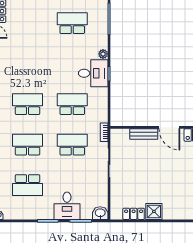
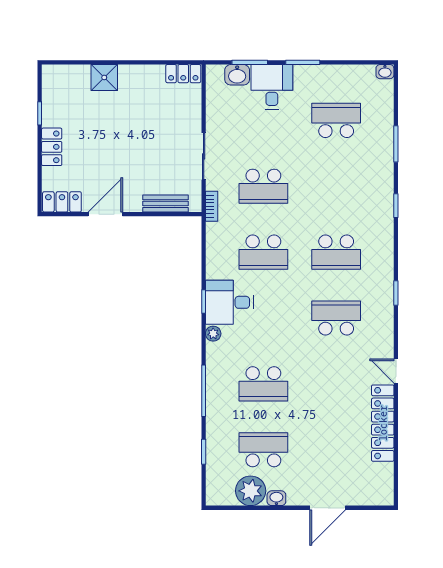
door: (169, 127) -> (105, 214), hinge flipped
bench: (144, 134) -> (166, 204), moved
school desk: (28, 145) -> (336, 318), moved, turned 180
shower: (154, 211) -> (104, 77), moved
washbasin: (100, 213) -> (237, 75), moved
locker: (134, 214) -> (183, 74), moved

